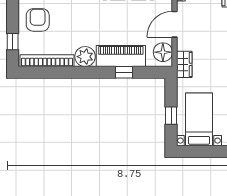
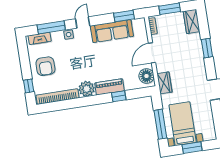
armchair: (38, 20) -> (45, 66), turned 180
piano: (121, 56) -> (109, 87), width x0.73, depth x0.75
window: (171, 116) -> (160, 124), width x2.17
window: (206, 151) -> (192, 148), added

